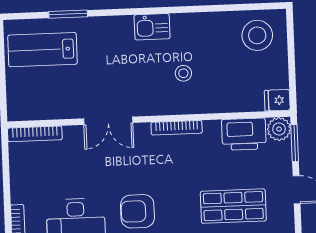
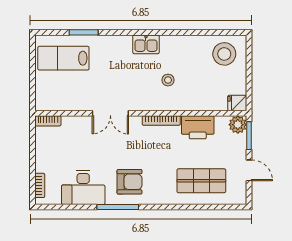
bookcase: (35, 134) -> (48, 121), width x0.64
printer: (244, 134) -> (198, 127), moved
armchair: (137, 211) -> (130, 182), turned 180

